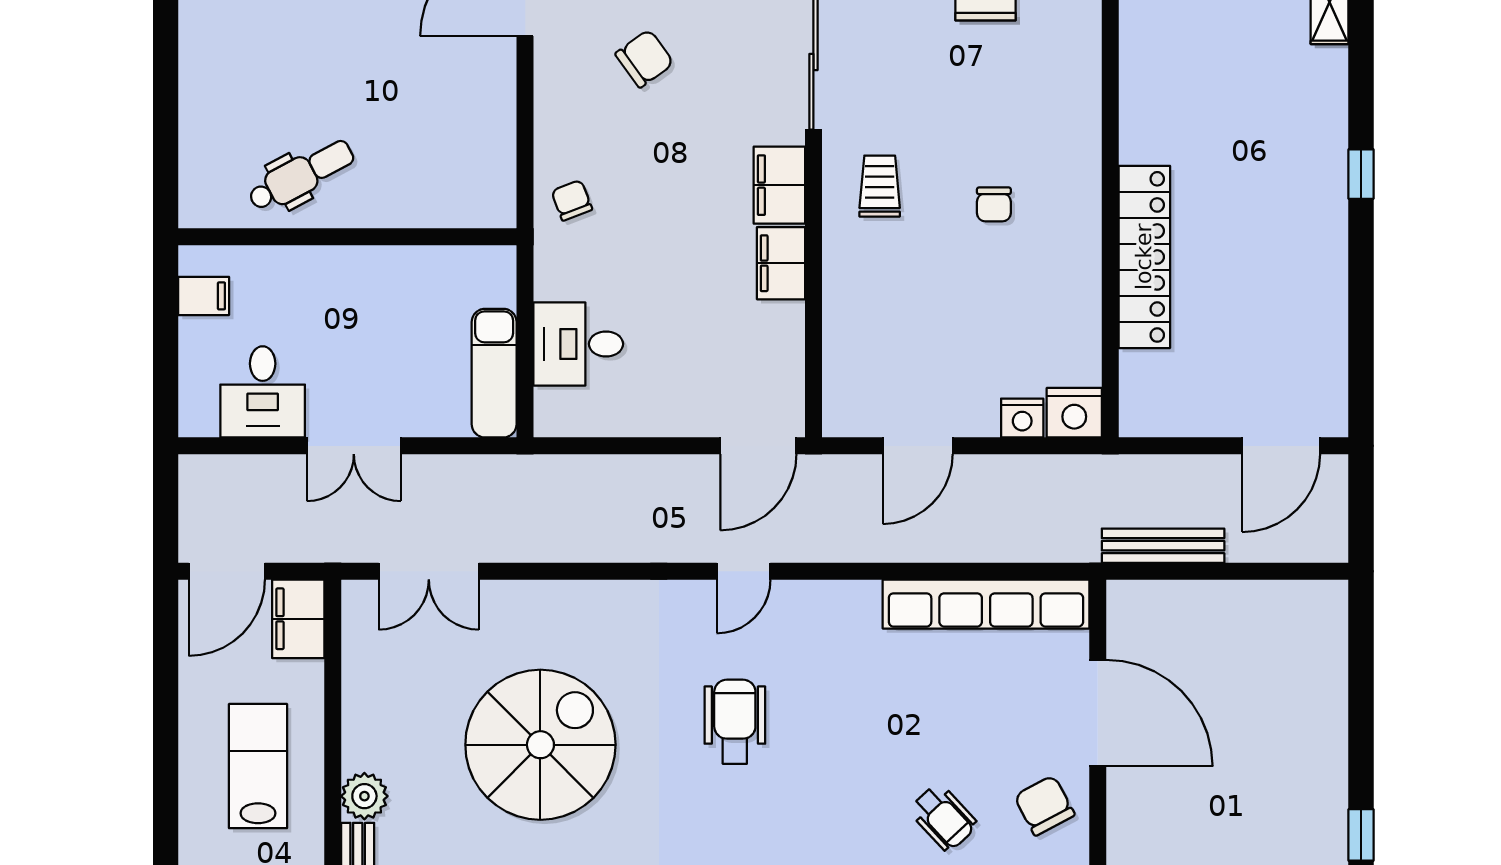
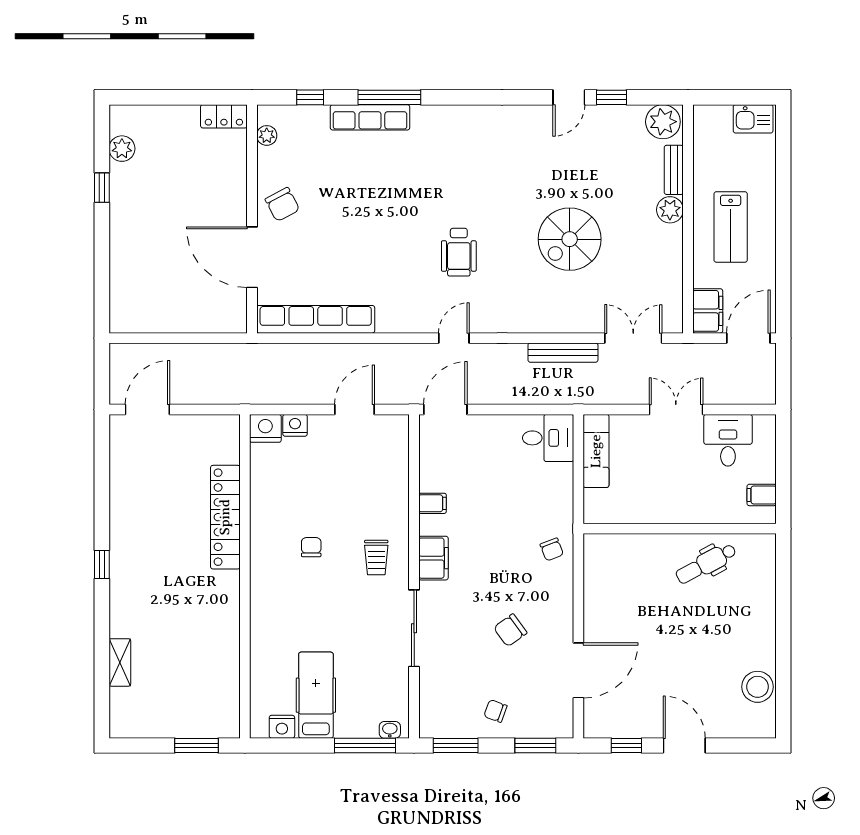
filing cabinet: (781, 263) -> (432, 503), width x0.50
desk: (578, 344) -> (548, 438), moved
bench: (1163, 546) -> (563, 353), moved
spiral stairs: (540, 745) -> (570, 239), width x0.73, depth x0.73
wheelchair: (943, 817) -> (340, 198), removed

